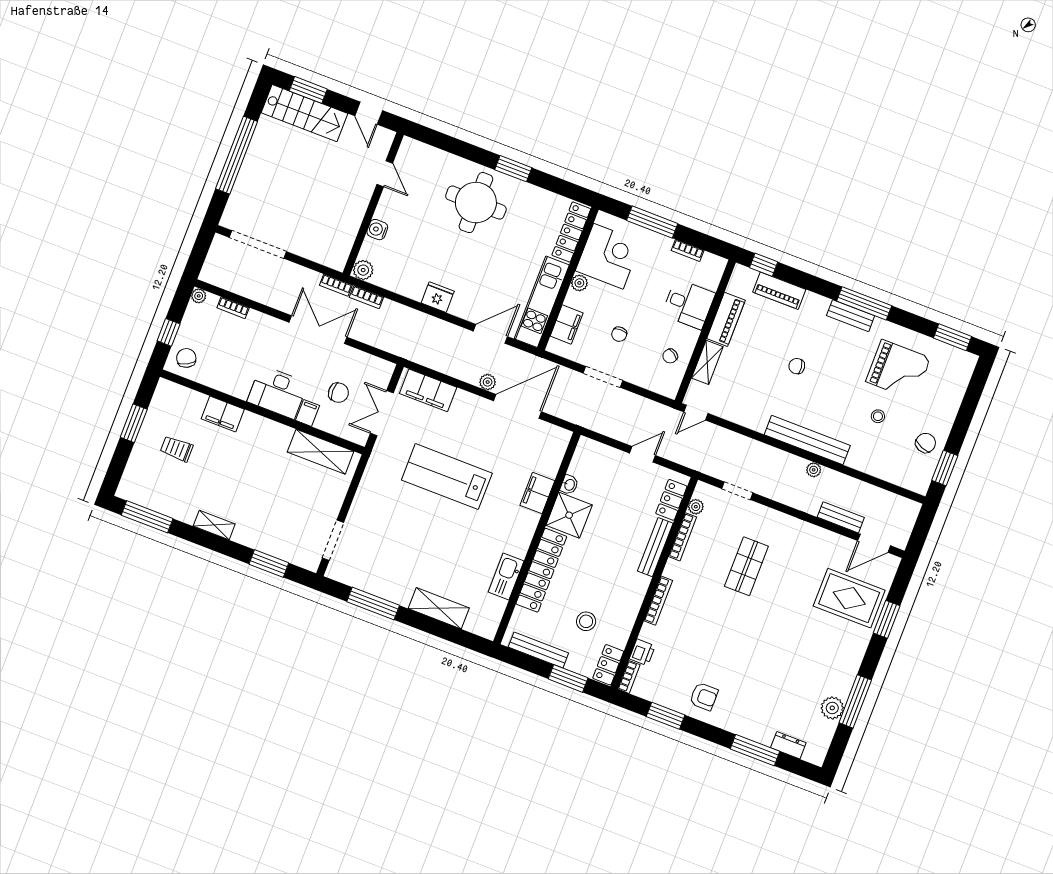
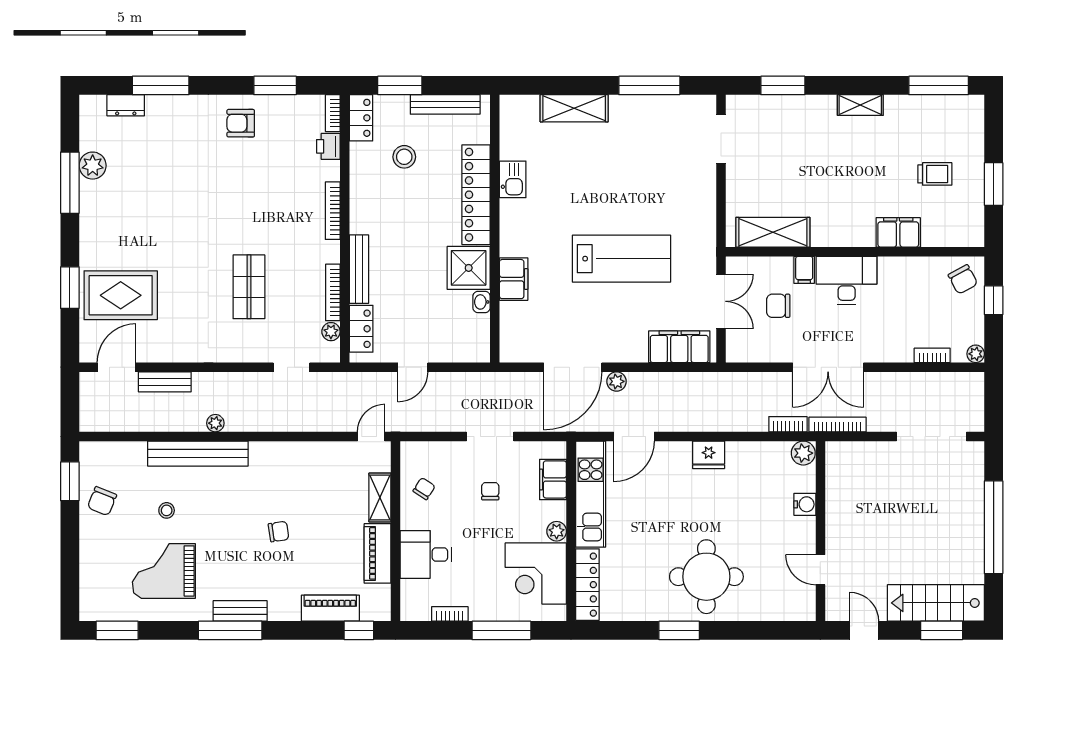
bookcase: (336, 285) -> (838, 425), width x1.56
bench: (807, 440) -> (198, 454), moved
kitchen sink: (506, 576) -> (513, 179), width x0.73

